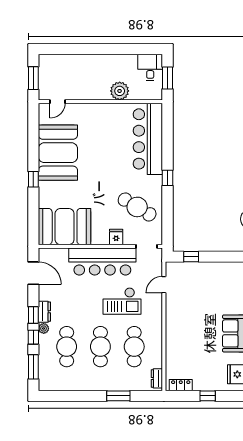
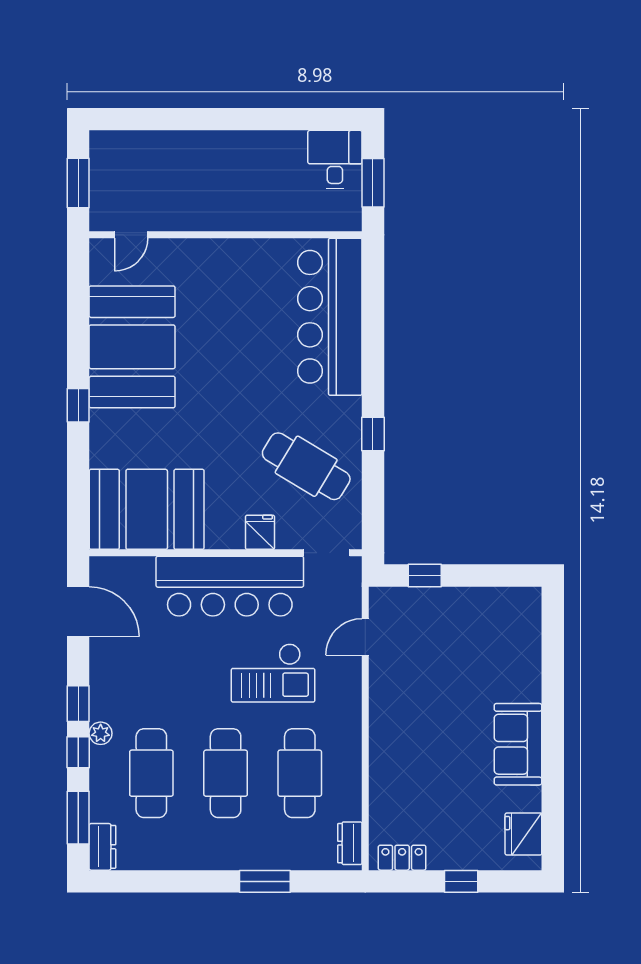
plant: (120, 91) -> (268, 211), removed
window: (167, 178) -> (373, 434), moved
dresser: (44, 312) -> (102, 847), moved

